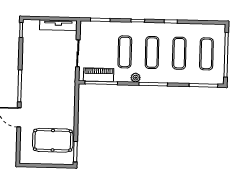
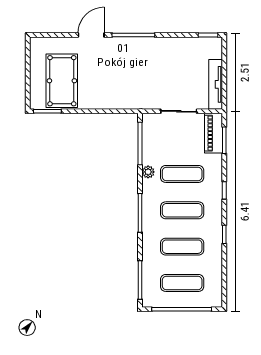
piano: (99, 75) -> (213, 133), moved, turned 180
plant: (136, 78) -> (148, 172), moved

